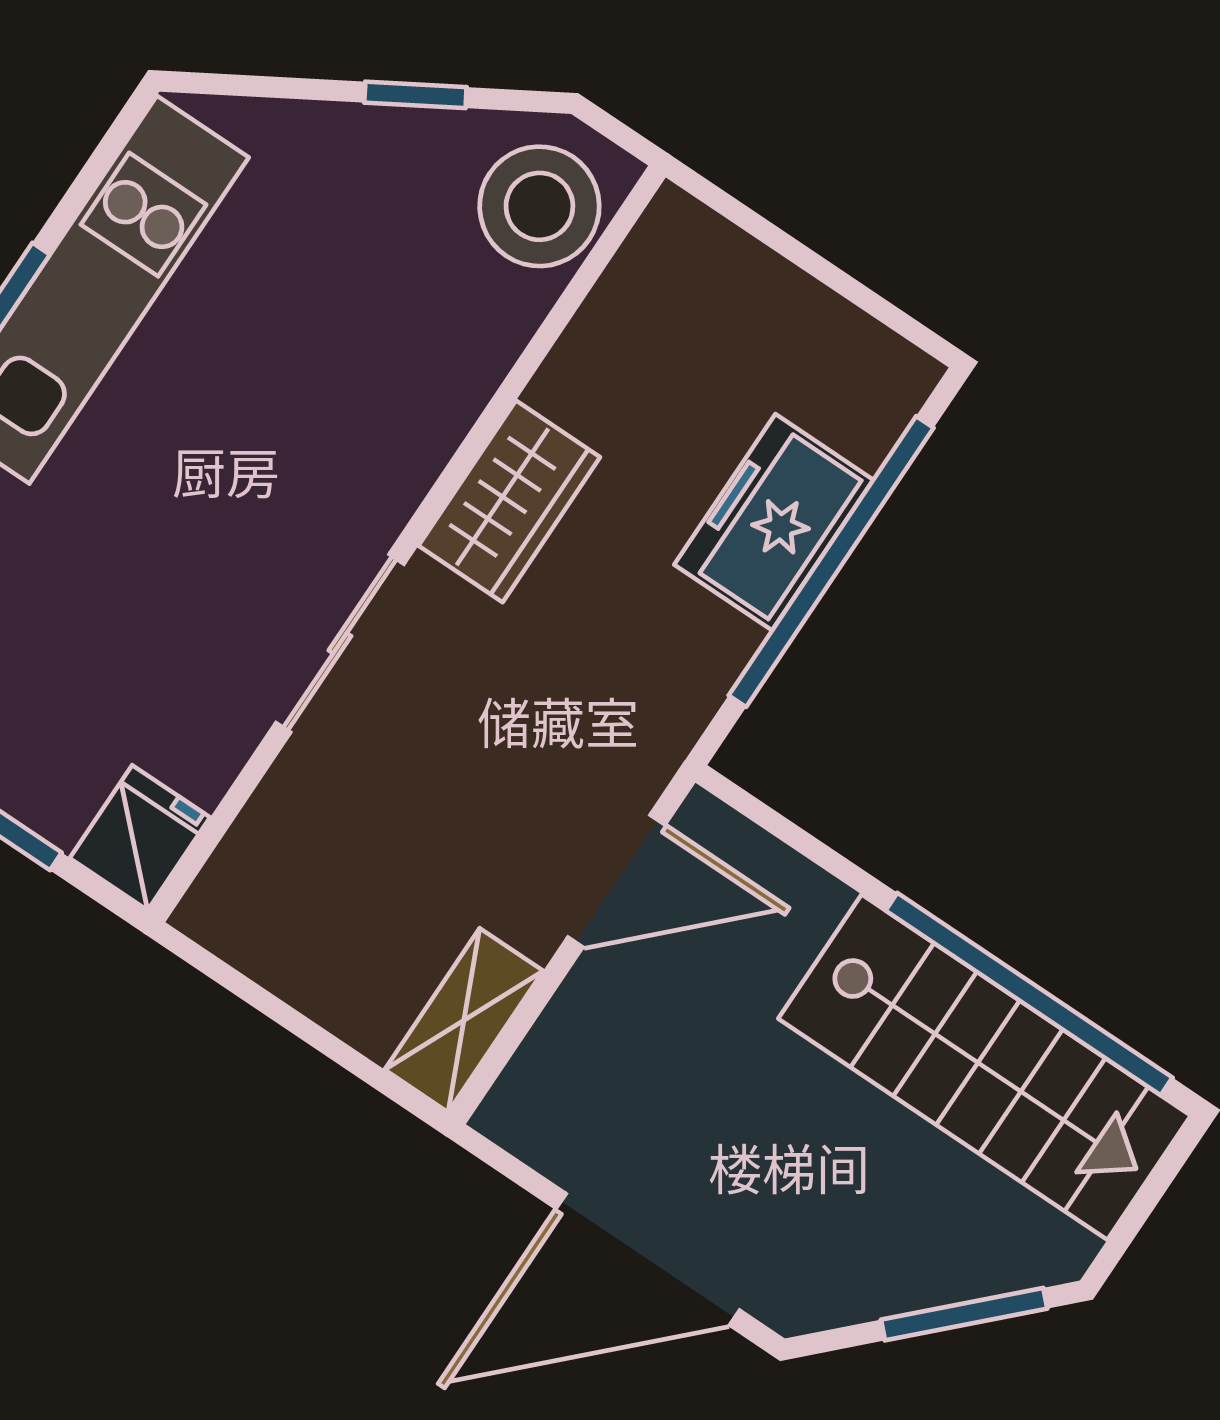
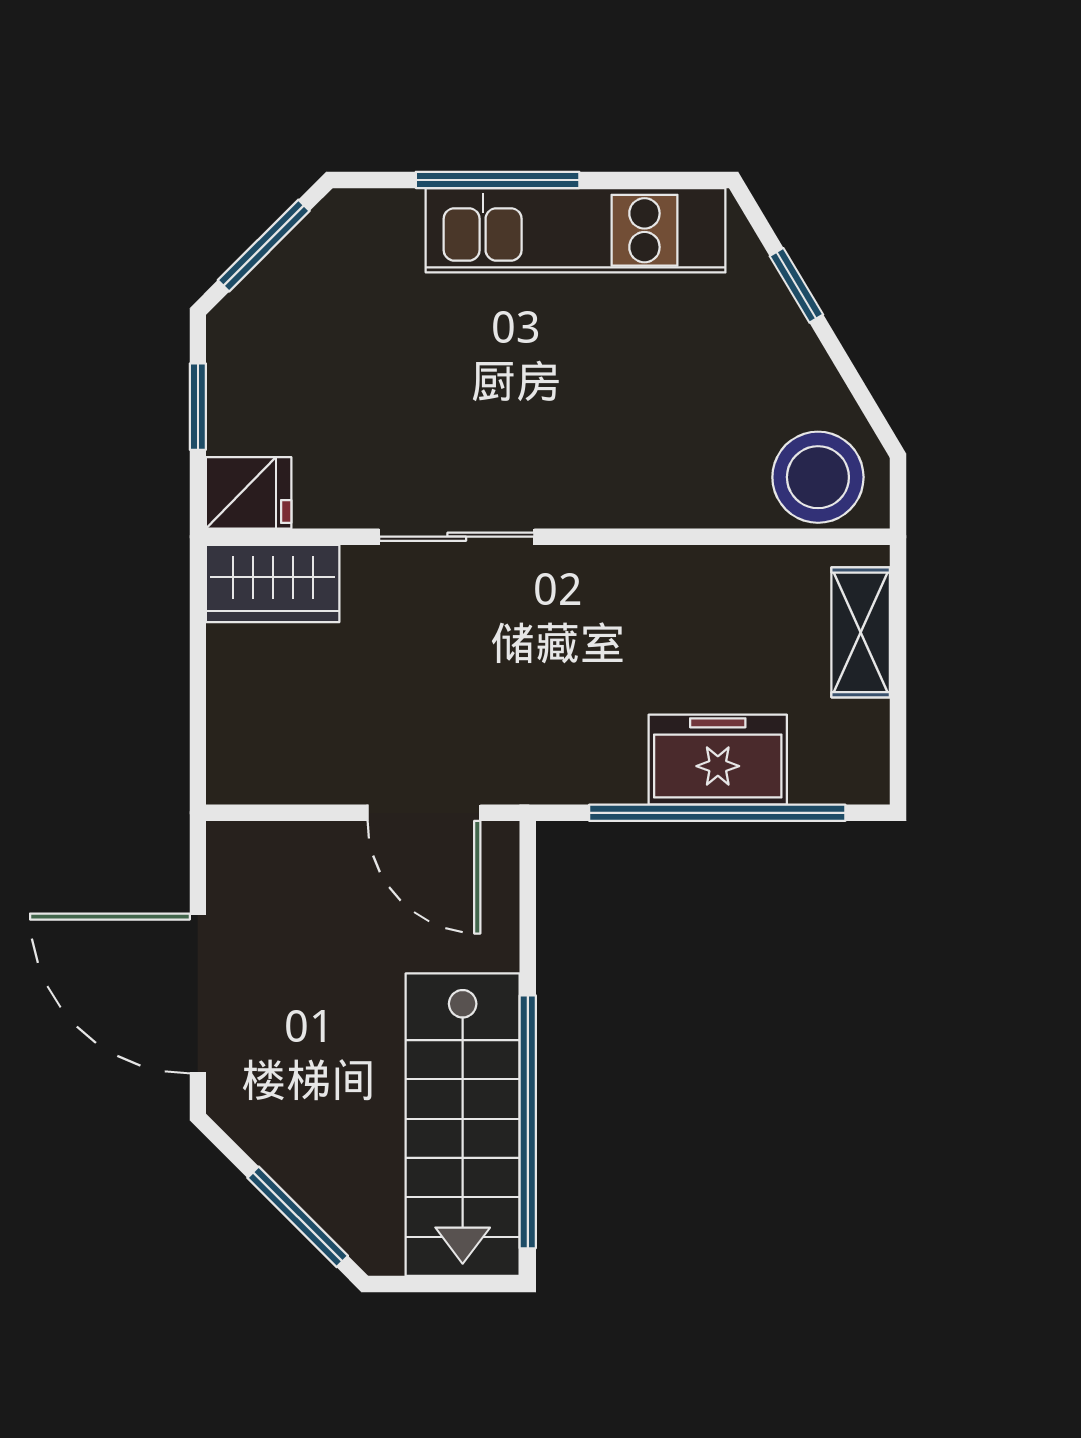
window: (415, 95) -> (796, 285), moved
wardrobe: (509, 501) -> (273, 583), moved
shelving: (464, 1020) -> (861, 632), moved, turned 90

